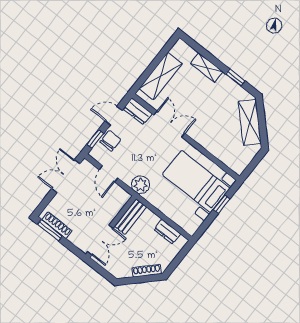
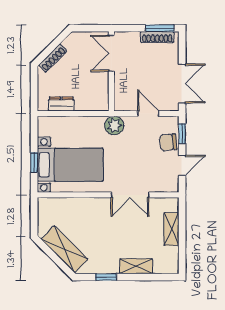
shelving: (161, 76) -> (171, 229), width x0.67, depth x0.75
dresser: (138, 111) -> (165, 185), removed
chair: (110, 141) -> (168, 142), turned 84
bench: (130, 217) -> (102, 92), removed

